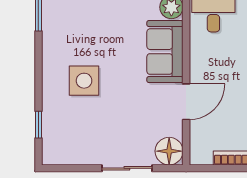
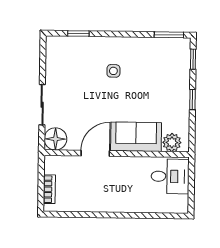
side table: (84, 81) -> (113, 71), width x0.54, depth x0.54
door: (186, 102) -> (95, 153), swing flipped

